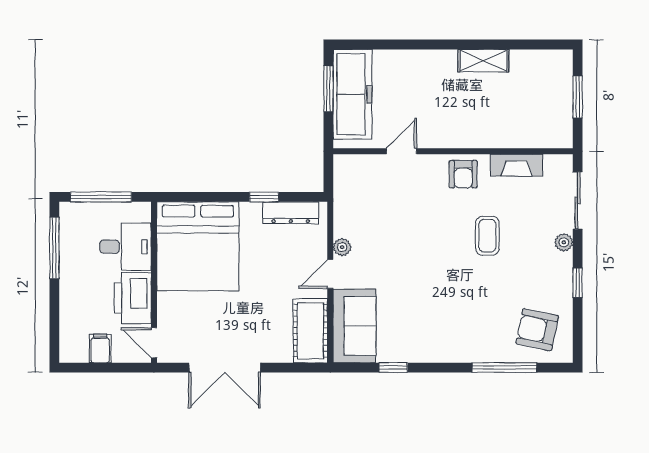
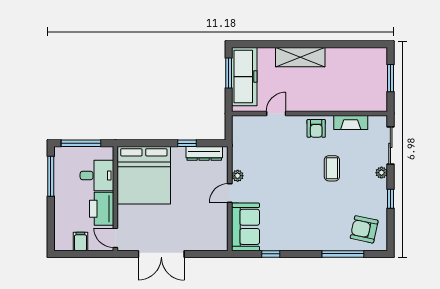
shelving: (483, 61) -> (300, 57), moved, width x1.50, depth x1.33
cot: (310, 331) -> (217, 230), removed

